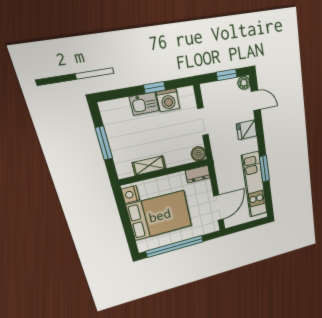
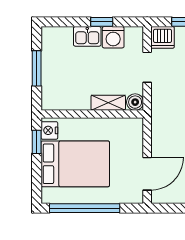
dishwasher: (211, 92) -> (163, 37), added
shelving: (149, 166) -> (108, 103), moved
dresser: (198, 174) -> (130, 126), removed
window: (122, 207) -> (37, 142), added

